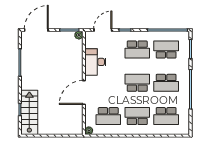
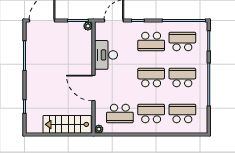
school desk: (166, 83) -> (182, 78), turned 180
door: (84, 92) -> (94, 88), hinge flipped
stairs: (29, 112) -> (67, 124), moved, turned -90
school desk: (166, 116) -> (182, 113), turned 180

